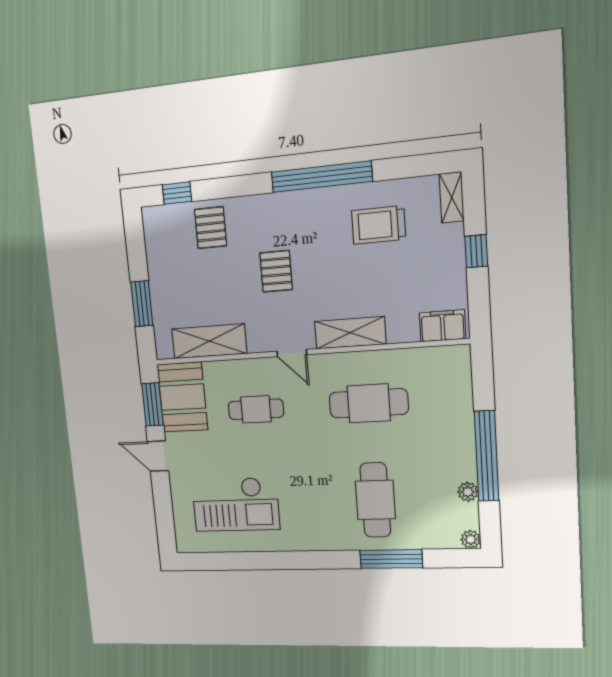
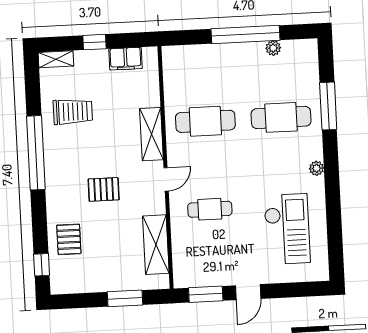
trolley: (379, 225) -> (73, 112), turned -90
pallet: (211, 228) -> (69, 239), turned 90
filing cabinet: (443, 326) -> (125, 59), moved, turned -90
booth: (182, 397) -> (200, 269), removed
cafe table: (369, 403) -> (205, 121), turned 90
cafe table: (256, 409) -> (210, 209), turned 90
plant: (471, 539) -> (317, 168), moved

